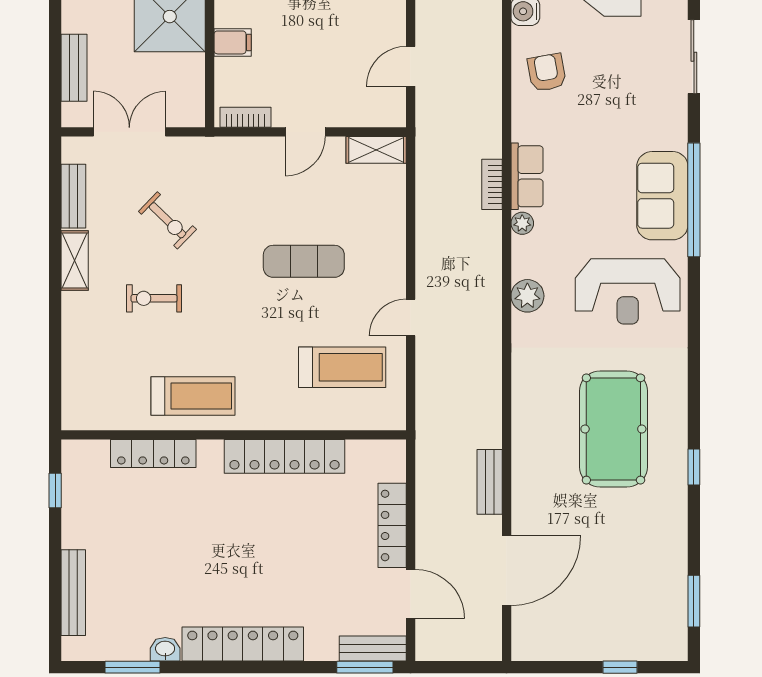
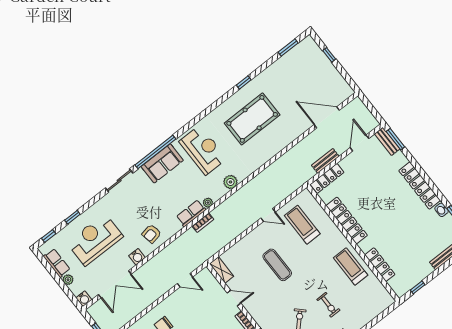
sliding door: (694, 57) -> (119, 180), moved
bench: (490, 482) -> (325, 161), moved
locker: (392, 525) -> (327, 178), moved

